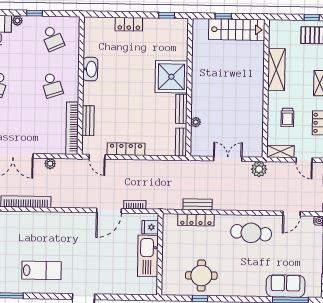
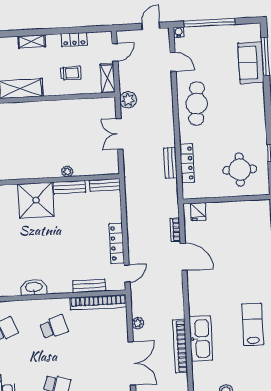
plant: (196, 122) -> (67, 172), moved
kitchen sink: (148, 256) -> (201, 339), moved, turned -90
round table: (201, 276) -> (240, 170), moved

